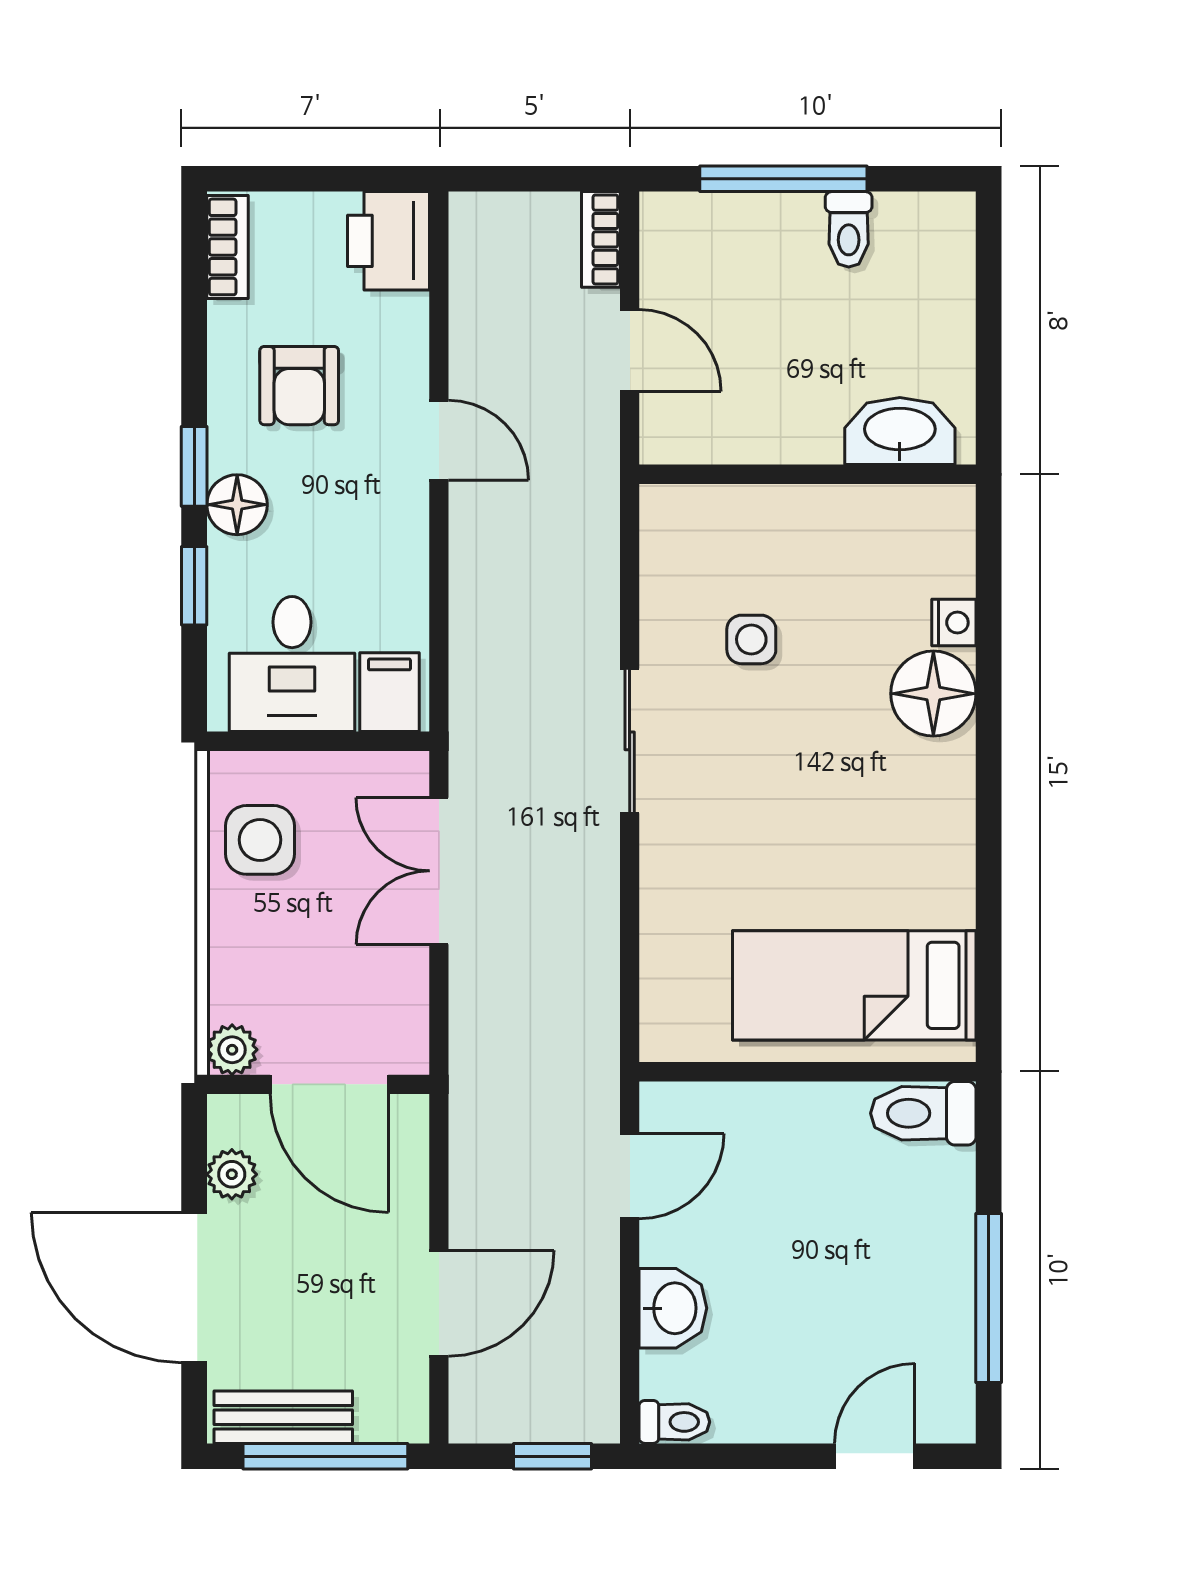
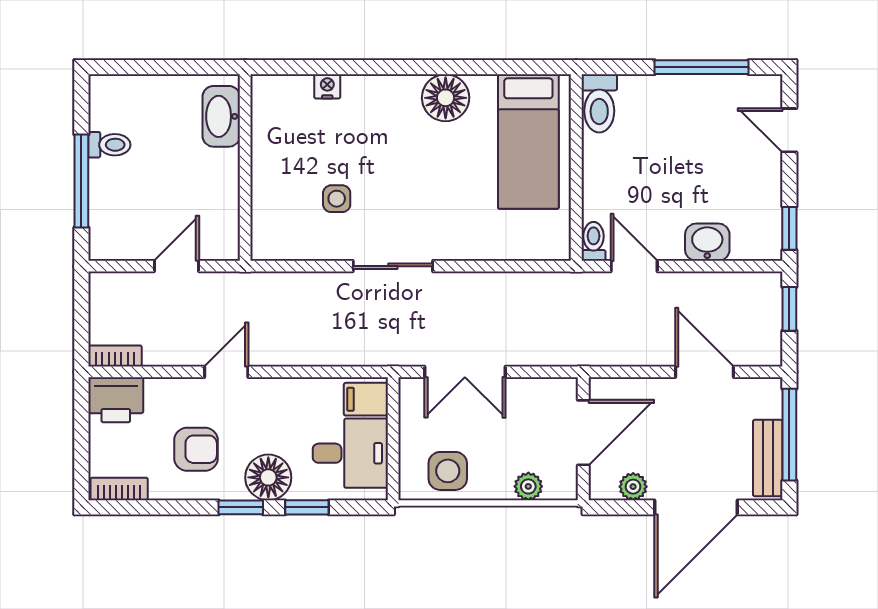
bookcase: (601, 239) -> (115, 356), moved, turned 180
floor lamp: (237, 505) -> (268, 477), width x1.38, depth x1.38
floor lamp: (933, 694) -> (446, 98), moved
plant: (232, 1050) -> (528, 486), moved
toilet: (674, 1422) -> (593, 241), moved
window: (698, 1456) -> (789, 228), added

